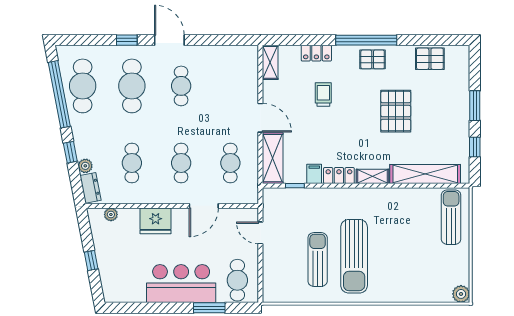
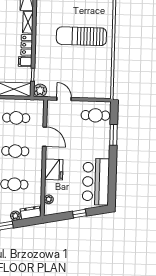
plant: (272, 197) -> (40, 90), added
door: (260, 233) -> (64, 99), swing flipped
sun lounger: (354, 256) -> (81, 36), turned 180
sun lounger: (318, 260) -> (83, 61), removed
bar counter: (181, 284) -> (96, 182), moved

